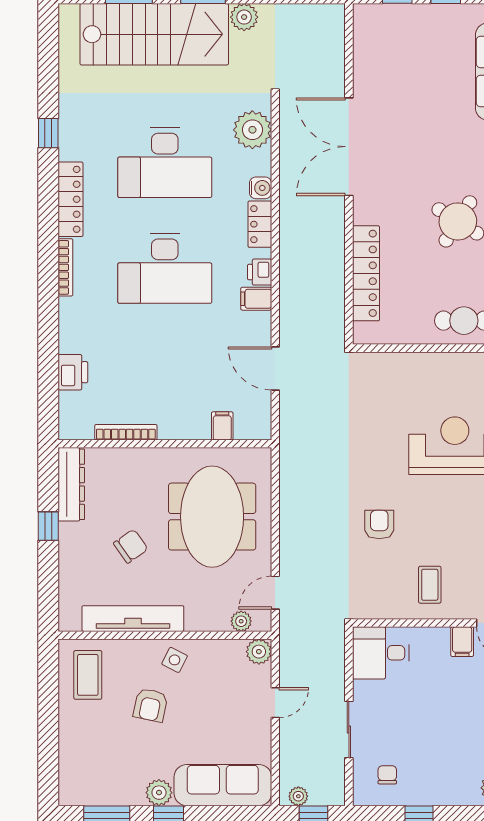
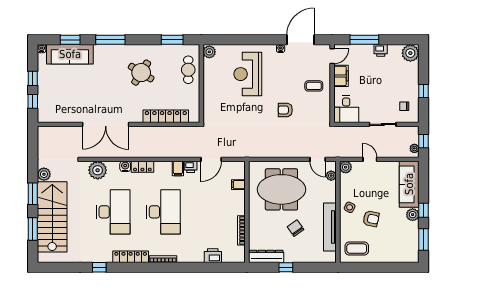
printer: (260, 272) -> (191, 167), moved
filing cabinet: (462, 642) -> (341, 76), width x2.00

